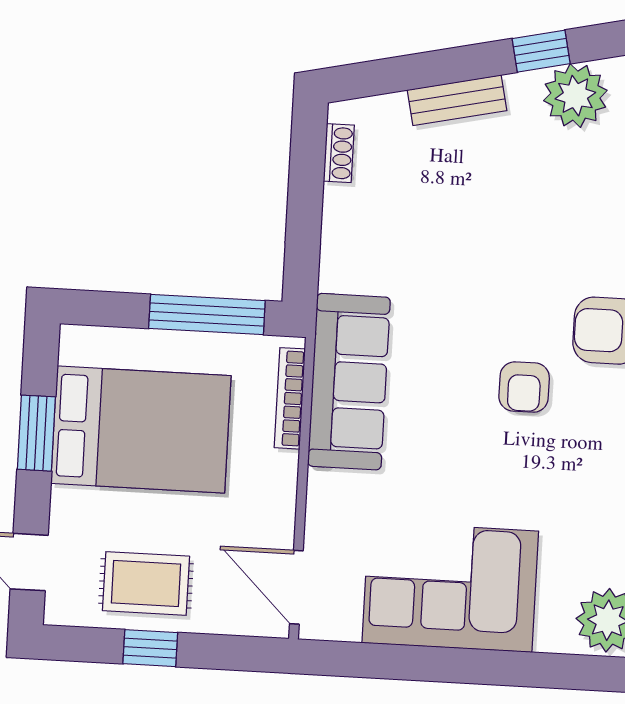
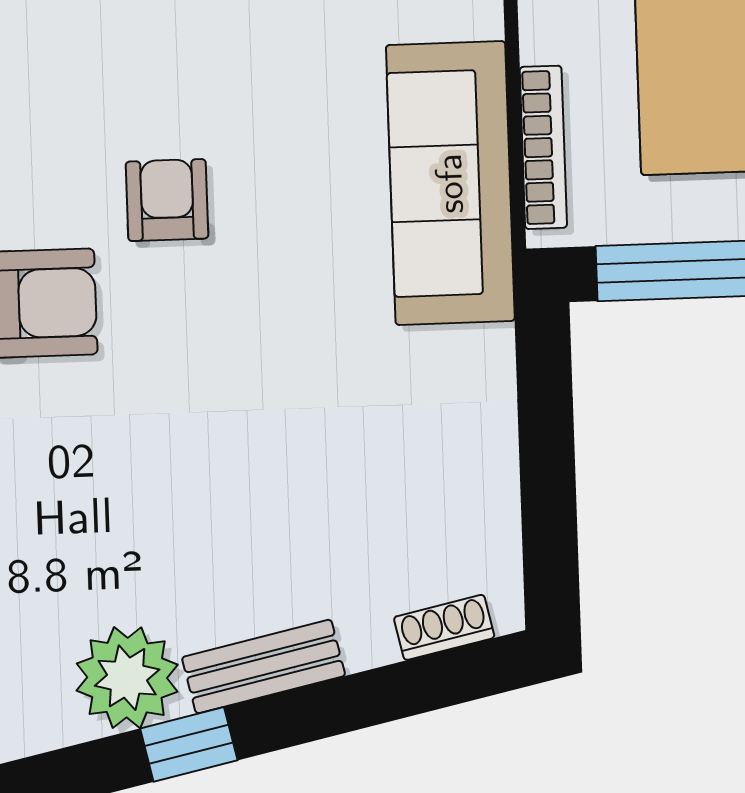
bench: (457, 100) -> (264, 666), moved
shoe rack: (339, 153) -> (444, 627), moved, turned 78

